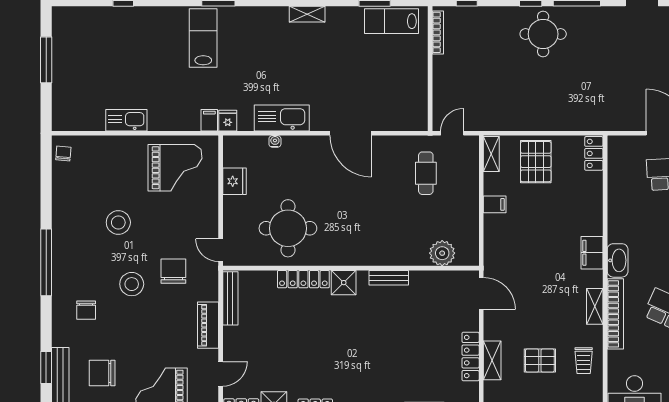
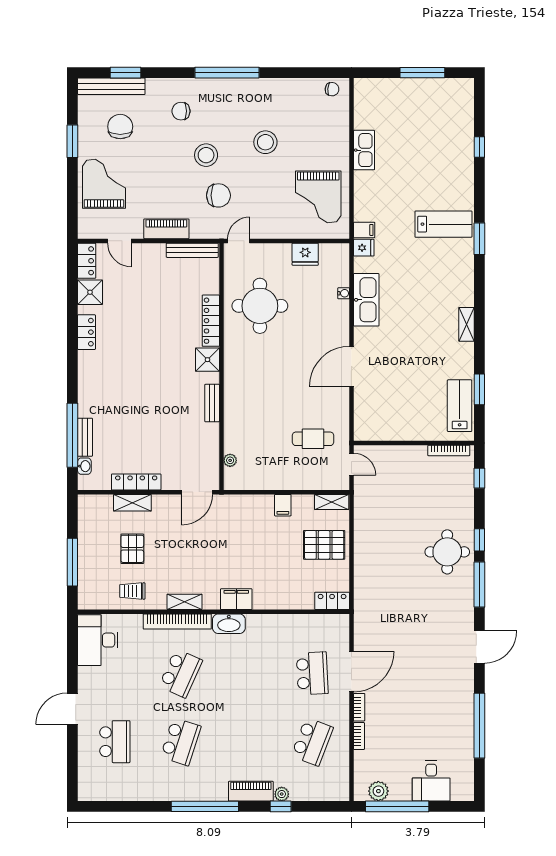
plant: (442, 253) -> (230, 460), width x0.53, depth x0.53

